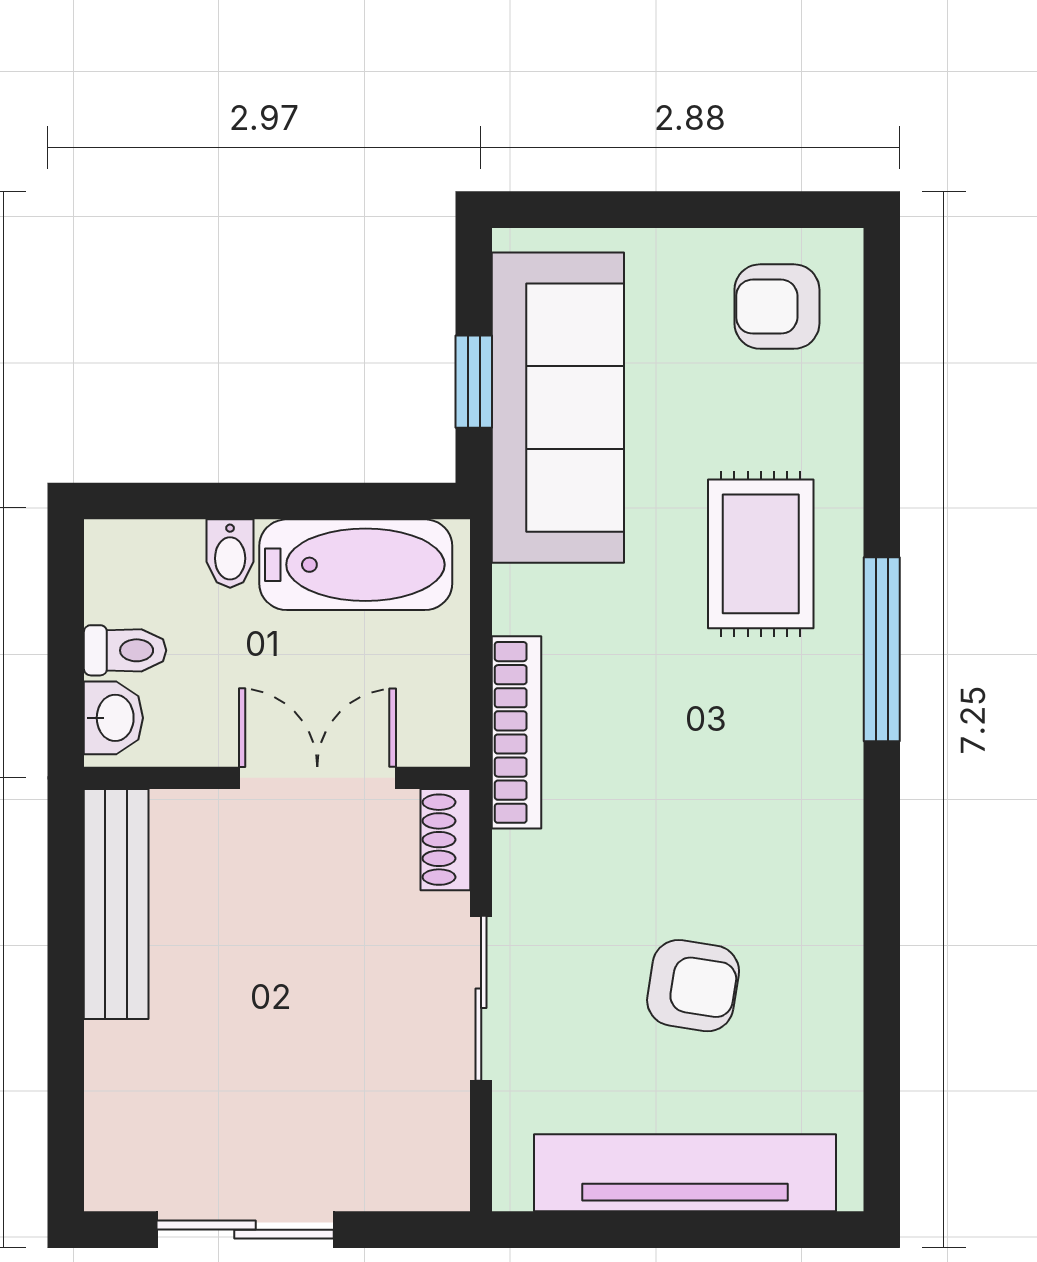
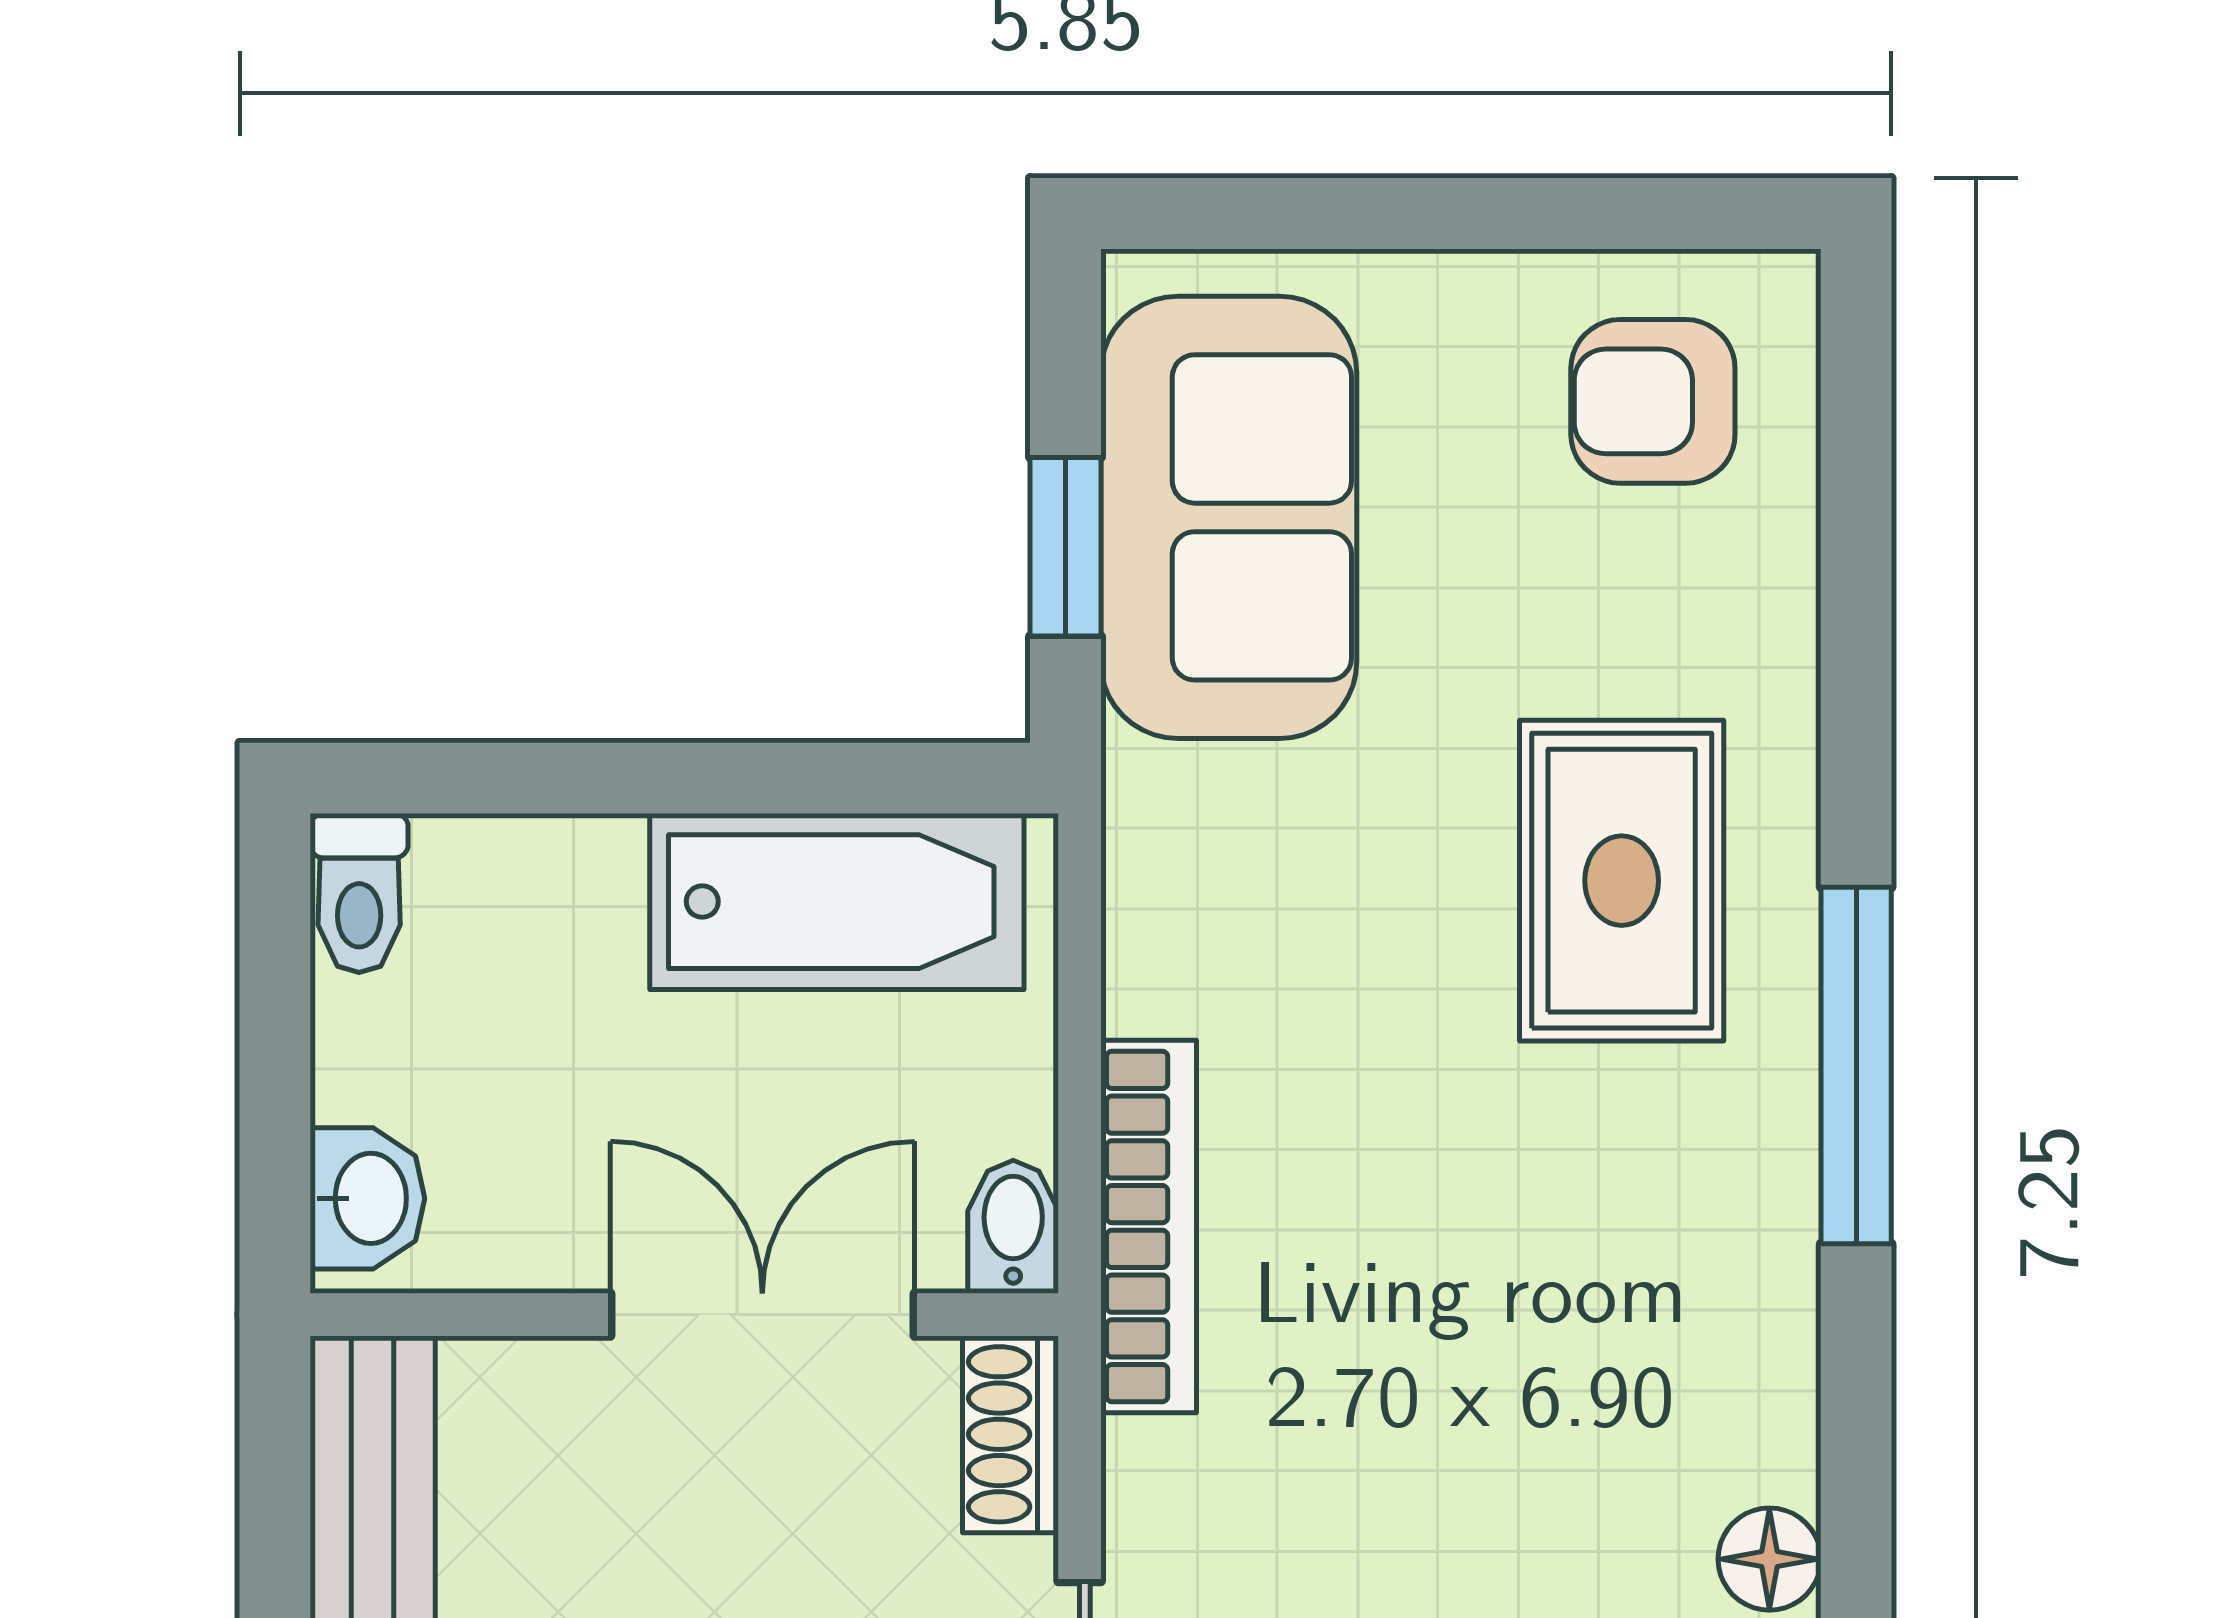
sofa: (558, 408) -> (1229, 517), width x0.73
bidet: (230, 554) -> (1013, 1227), moved, turned 180
toilet: (125, 650) -> (359, 893), moved, turned 90
floor lamp: (837, 904) -> (1769, 1559), added

